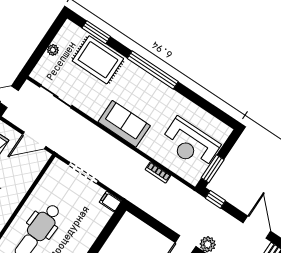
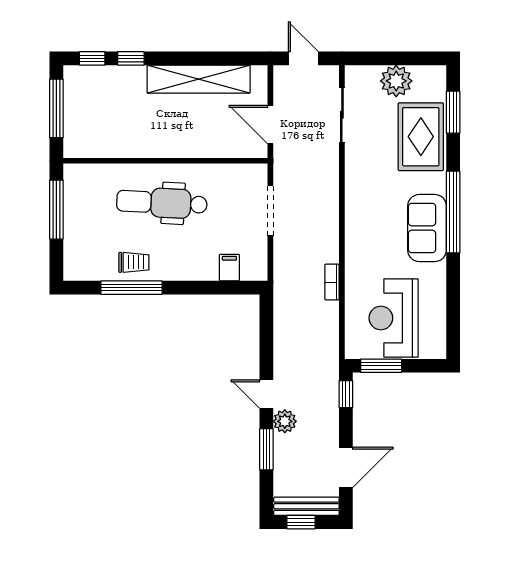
plant: (53, 50) -> (396, 81), width x1.87, depth x1.87
sofa: (124, 124) -> (427, 228), moved, turned 180
bookcase: (158, 172) -> (332, 282), moved
filing cabinet: (110, 202) -> (229, 268), moved

